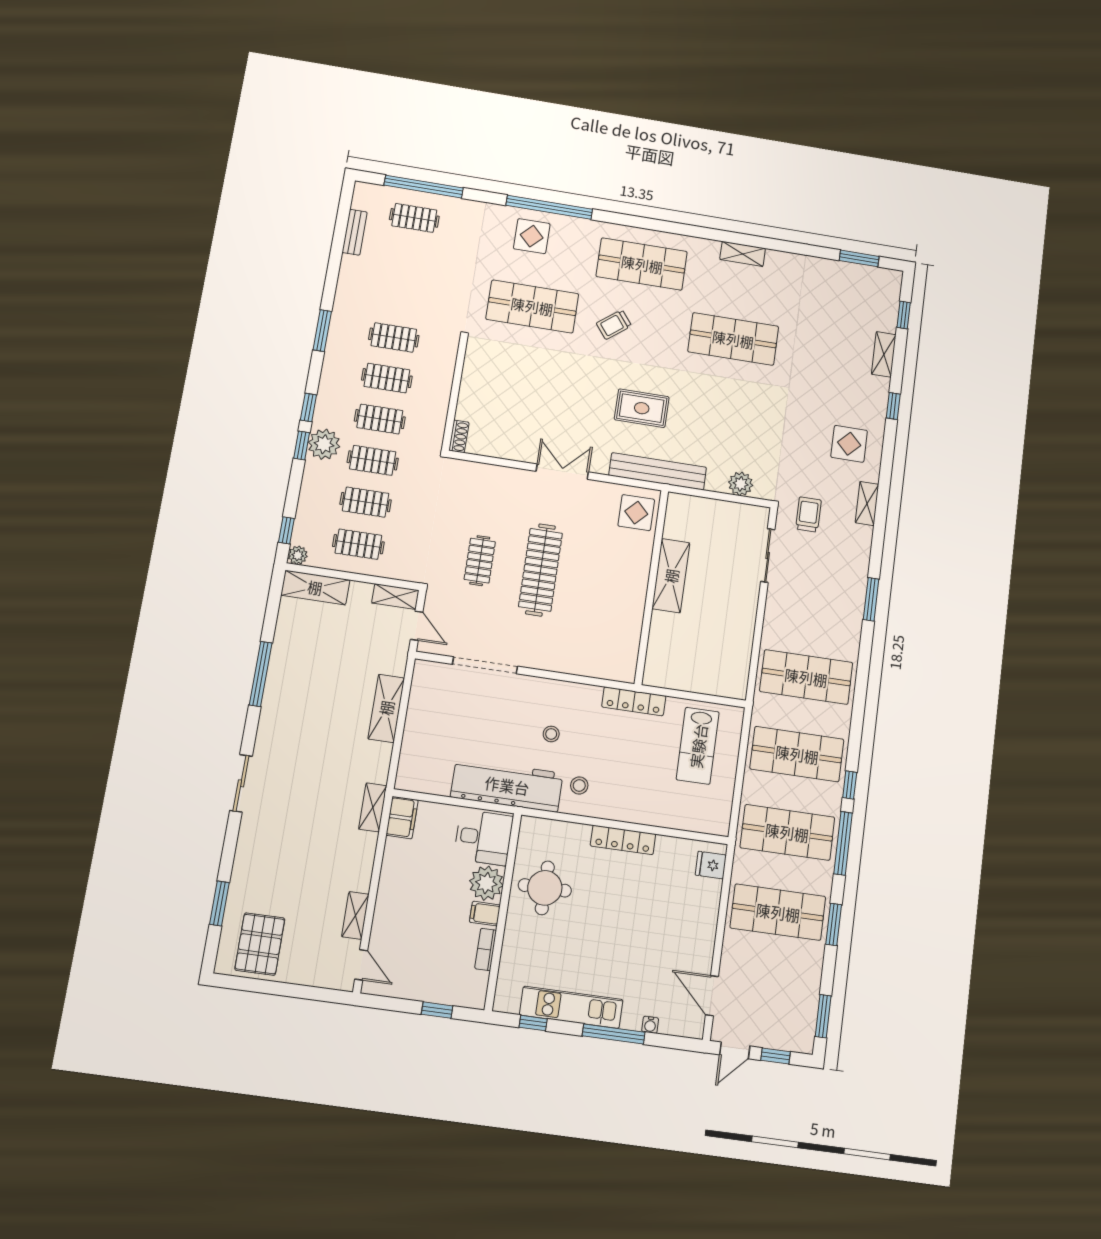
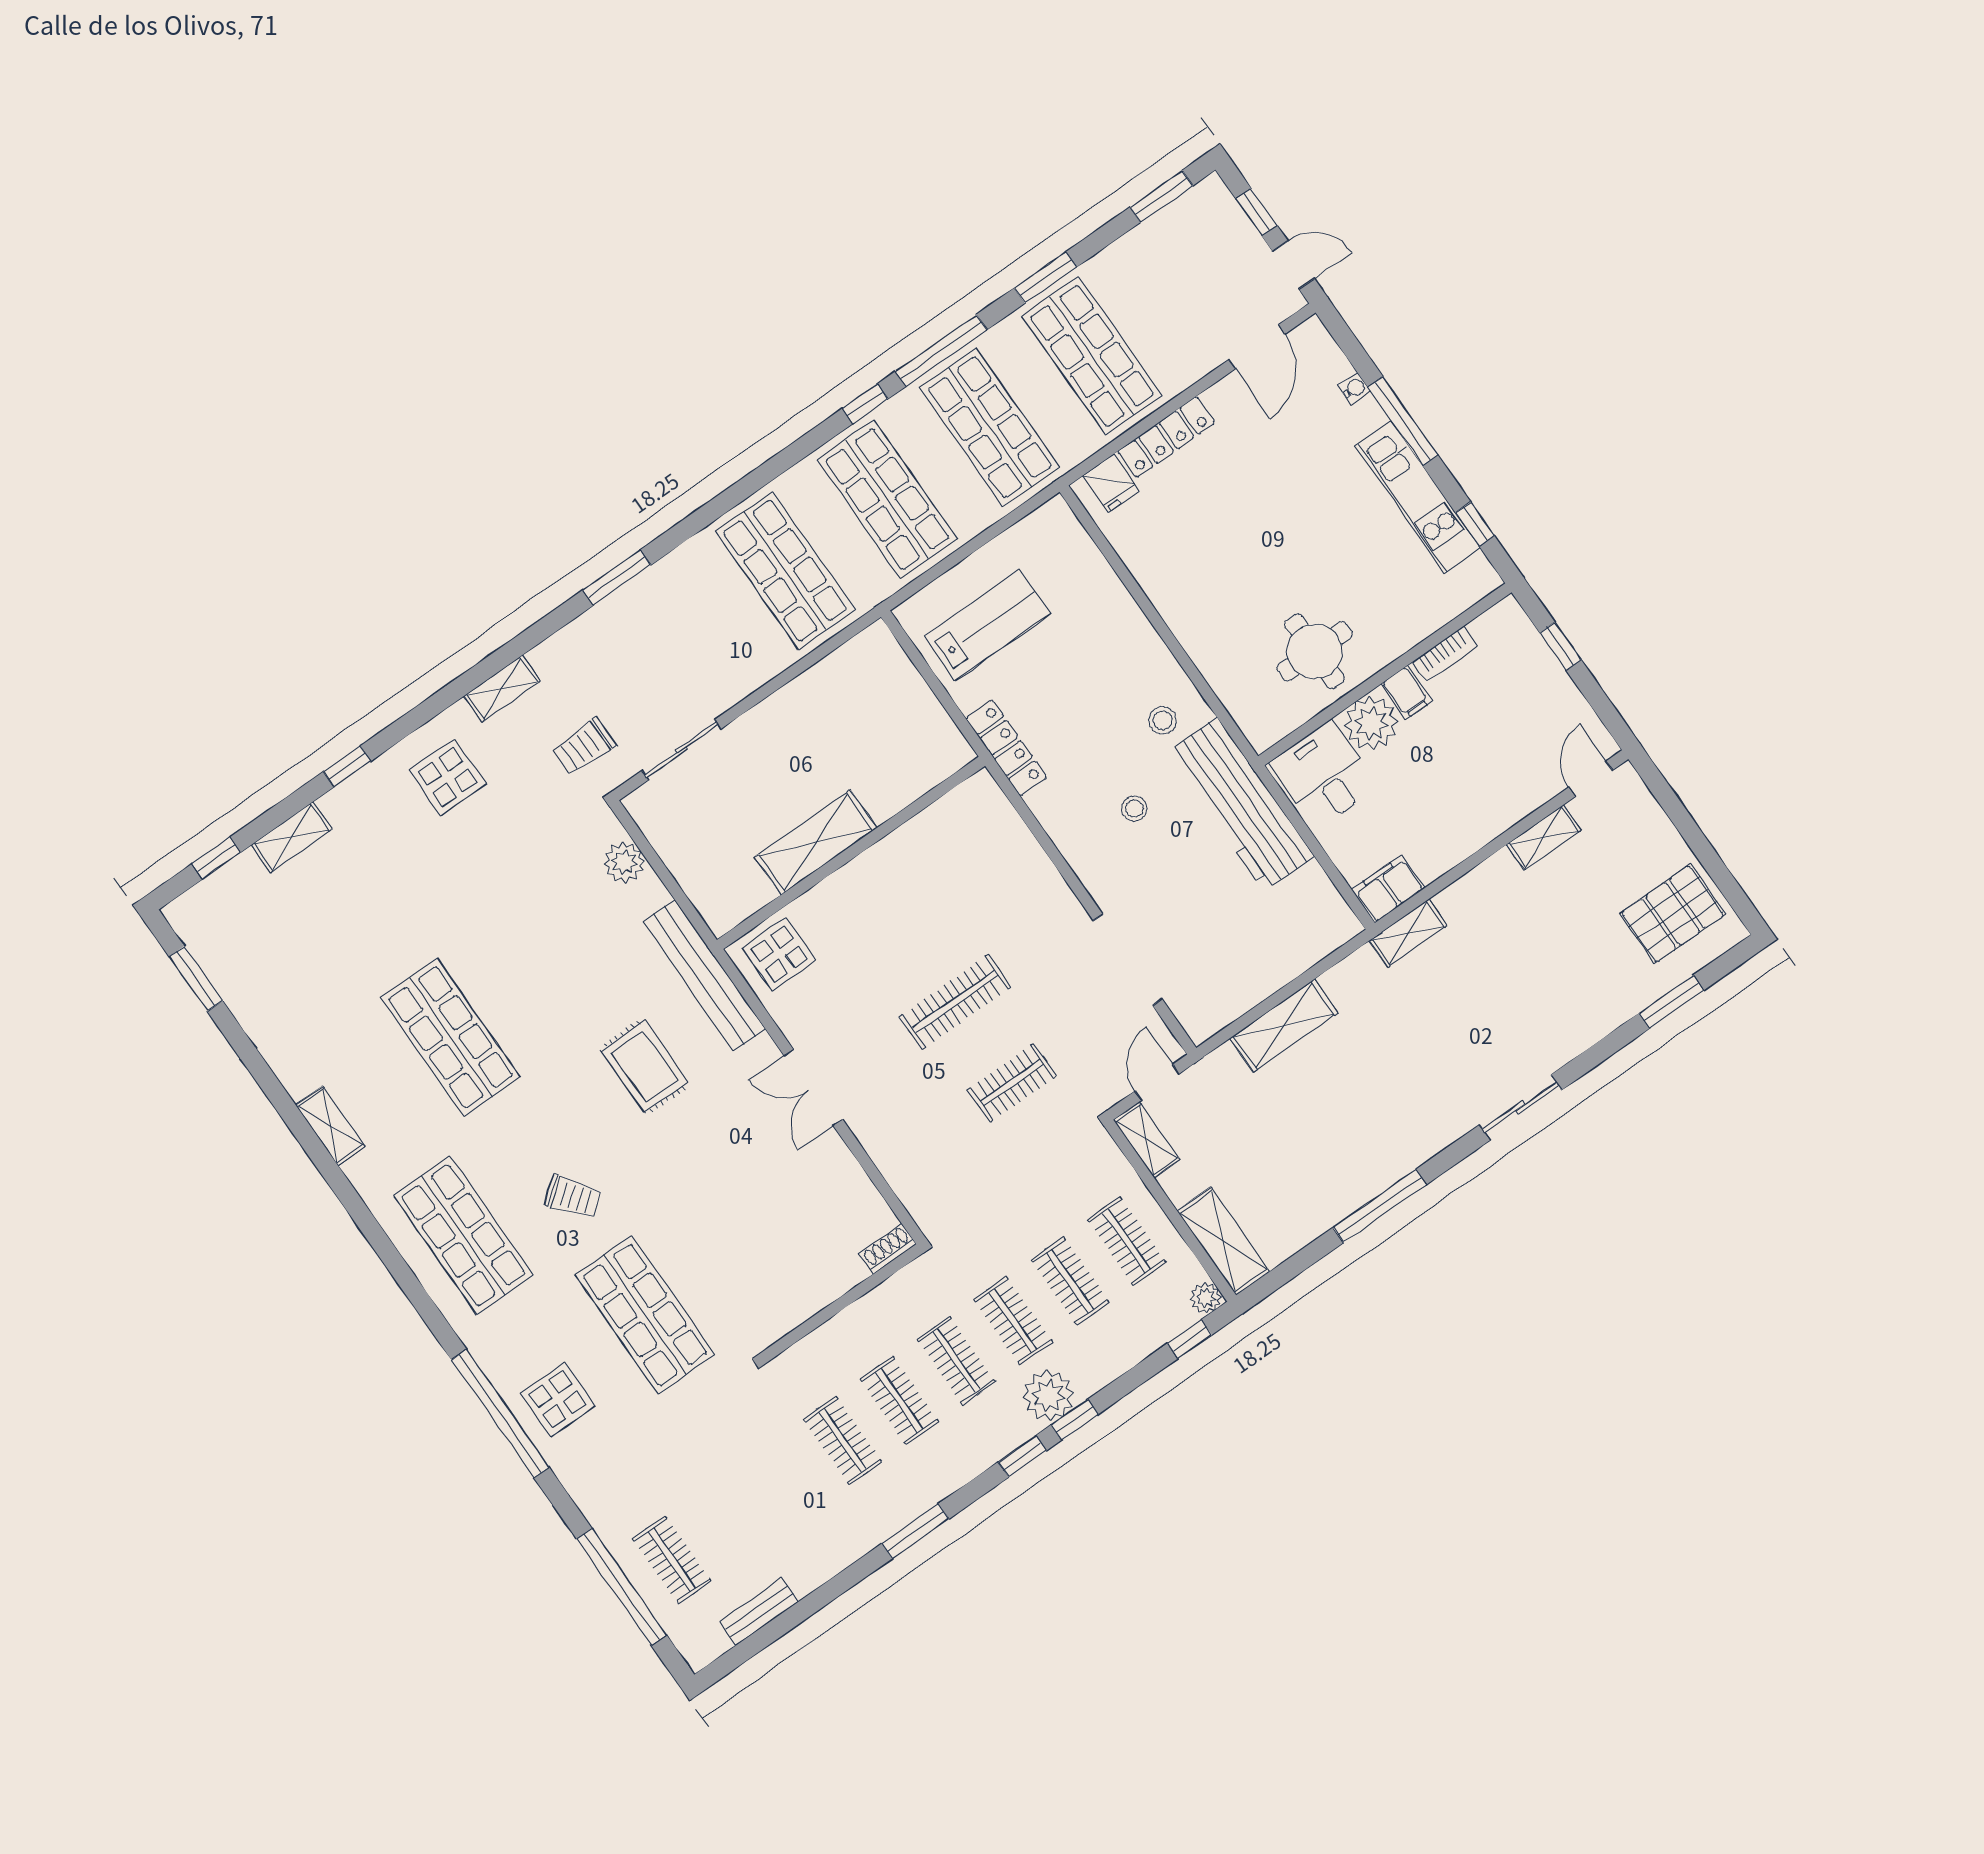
clothes rail: (540, 570) -> (955, 1002), width x0.73, depth x0.76
locker: (623, 840) -> (1166, 437), moved, turned 90

